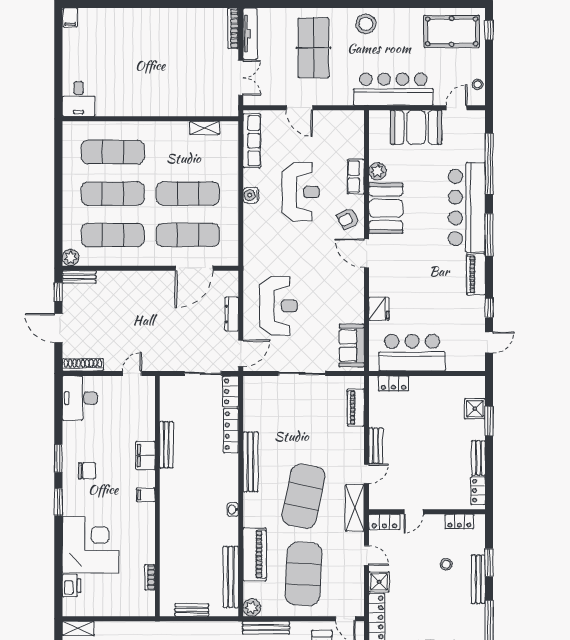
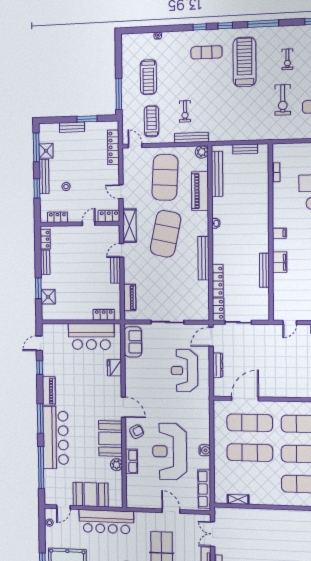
reception desk: (301, 192) -> (170, 452), width x1.36, depth x1.30
shower: (379, 582) -> (46, 151), moved

